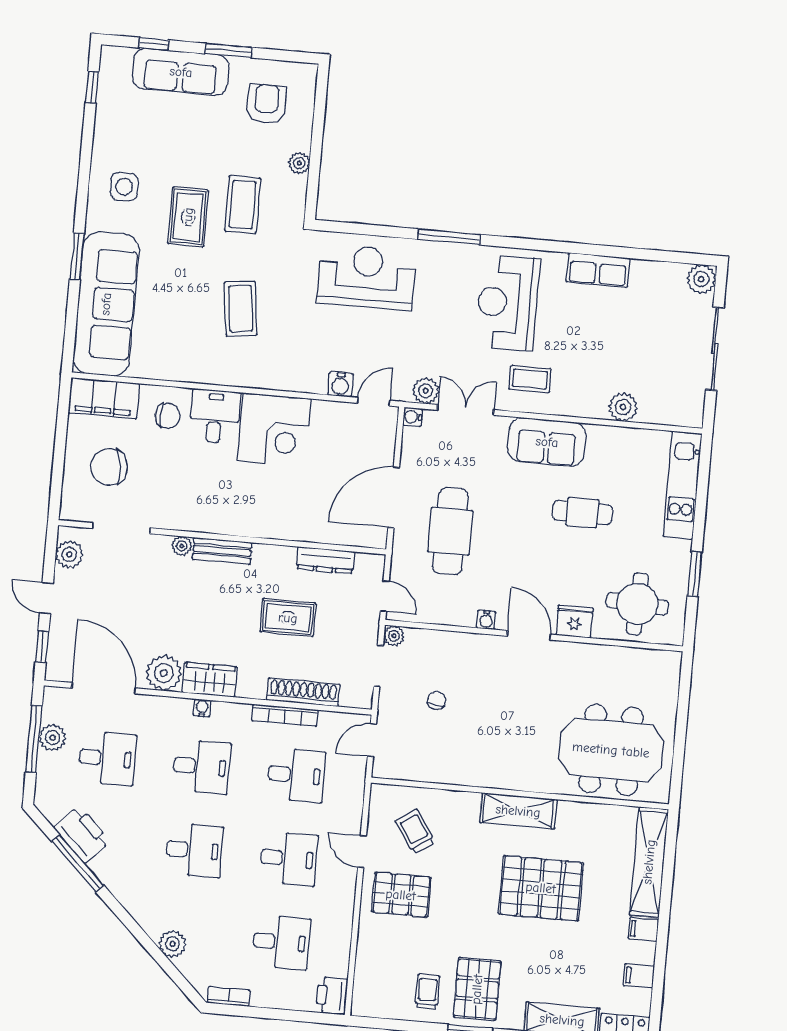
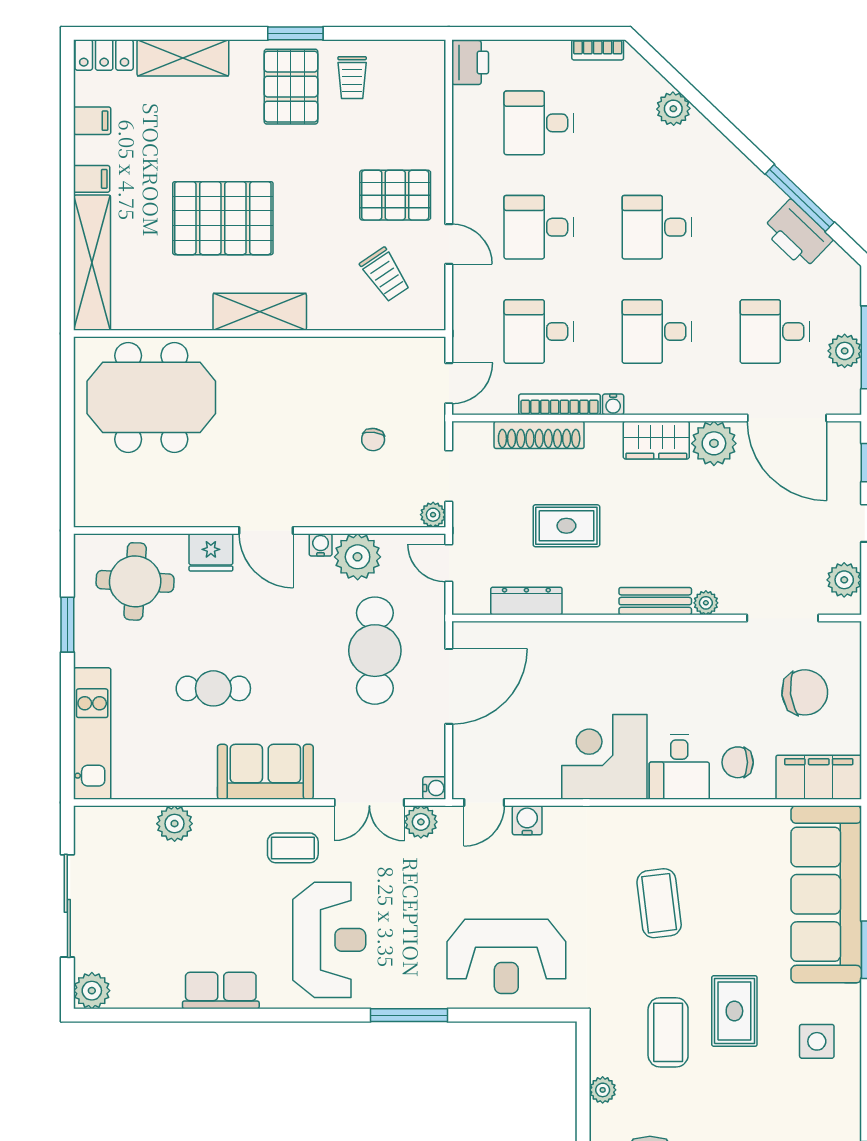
plant: (457, 608) -> (358, 557), added
water cooler: (202, 708) -> (613, 404), moved

